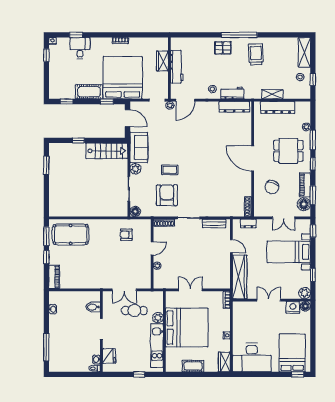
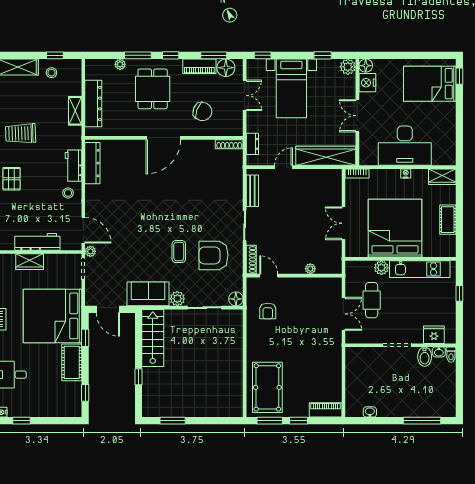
door: (128, 118) -> (108, 309), swing flipped
door: (152, 248) -> (269, 276), moved
bidet: (93, 307) -> (425, 357), moved
desk: (252, 358) -> (405, 146), moved, turned 90

